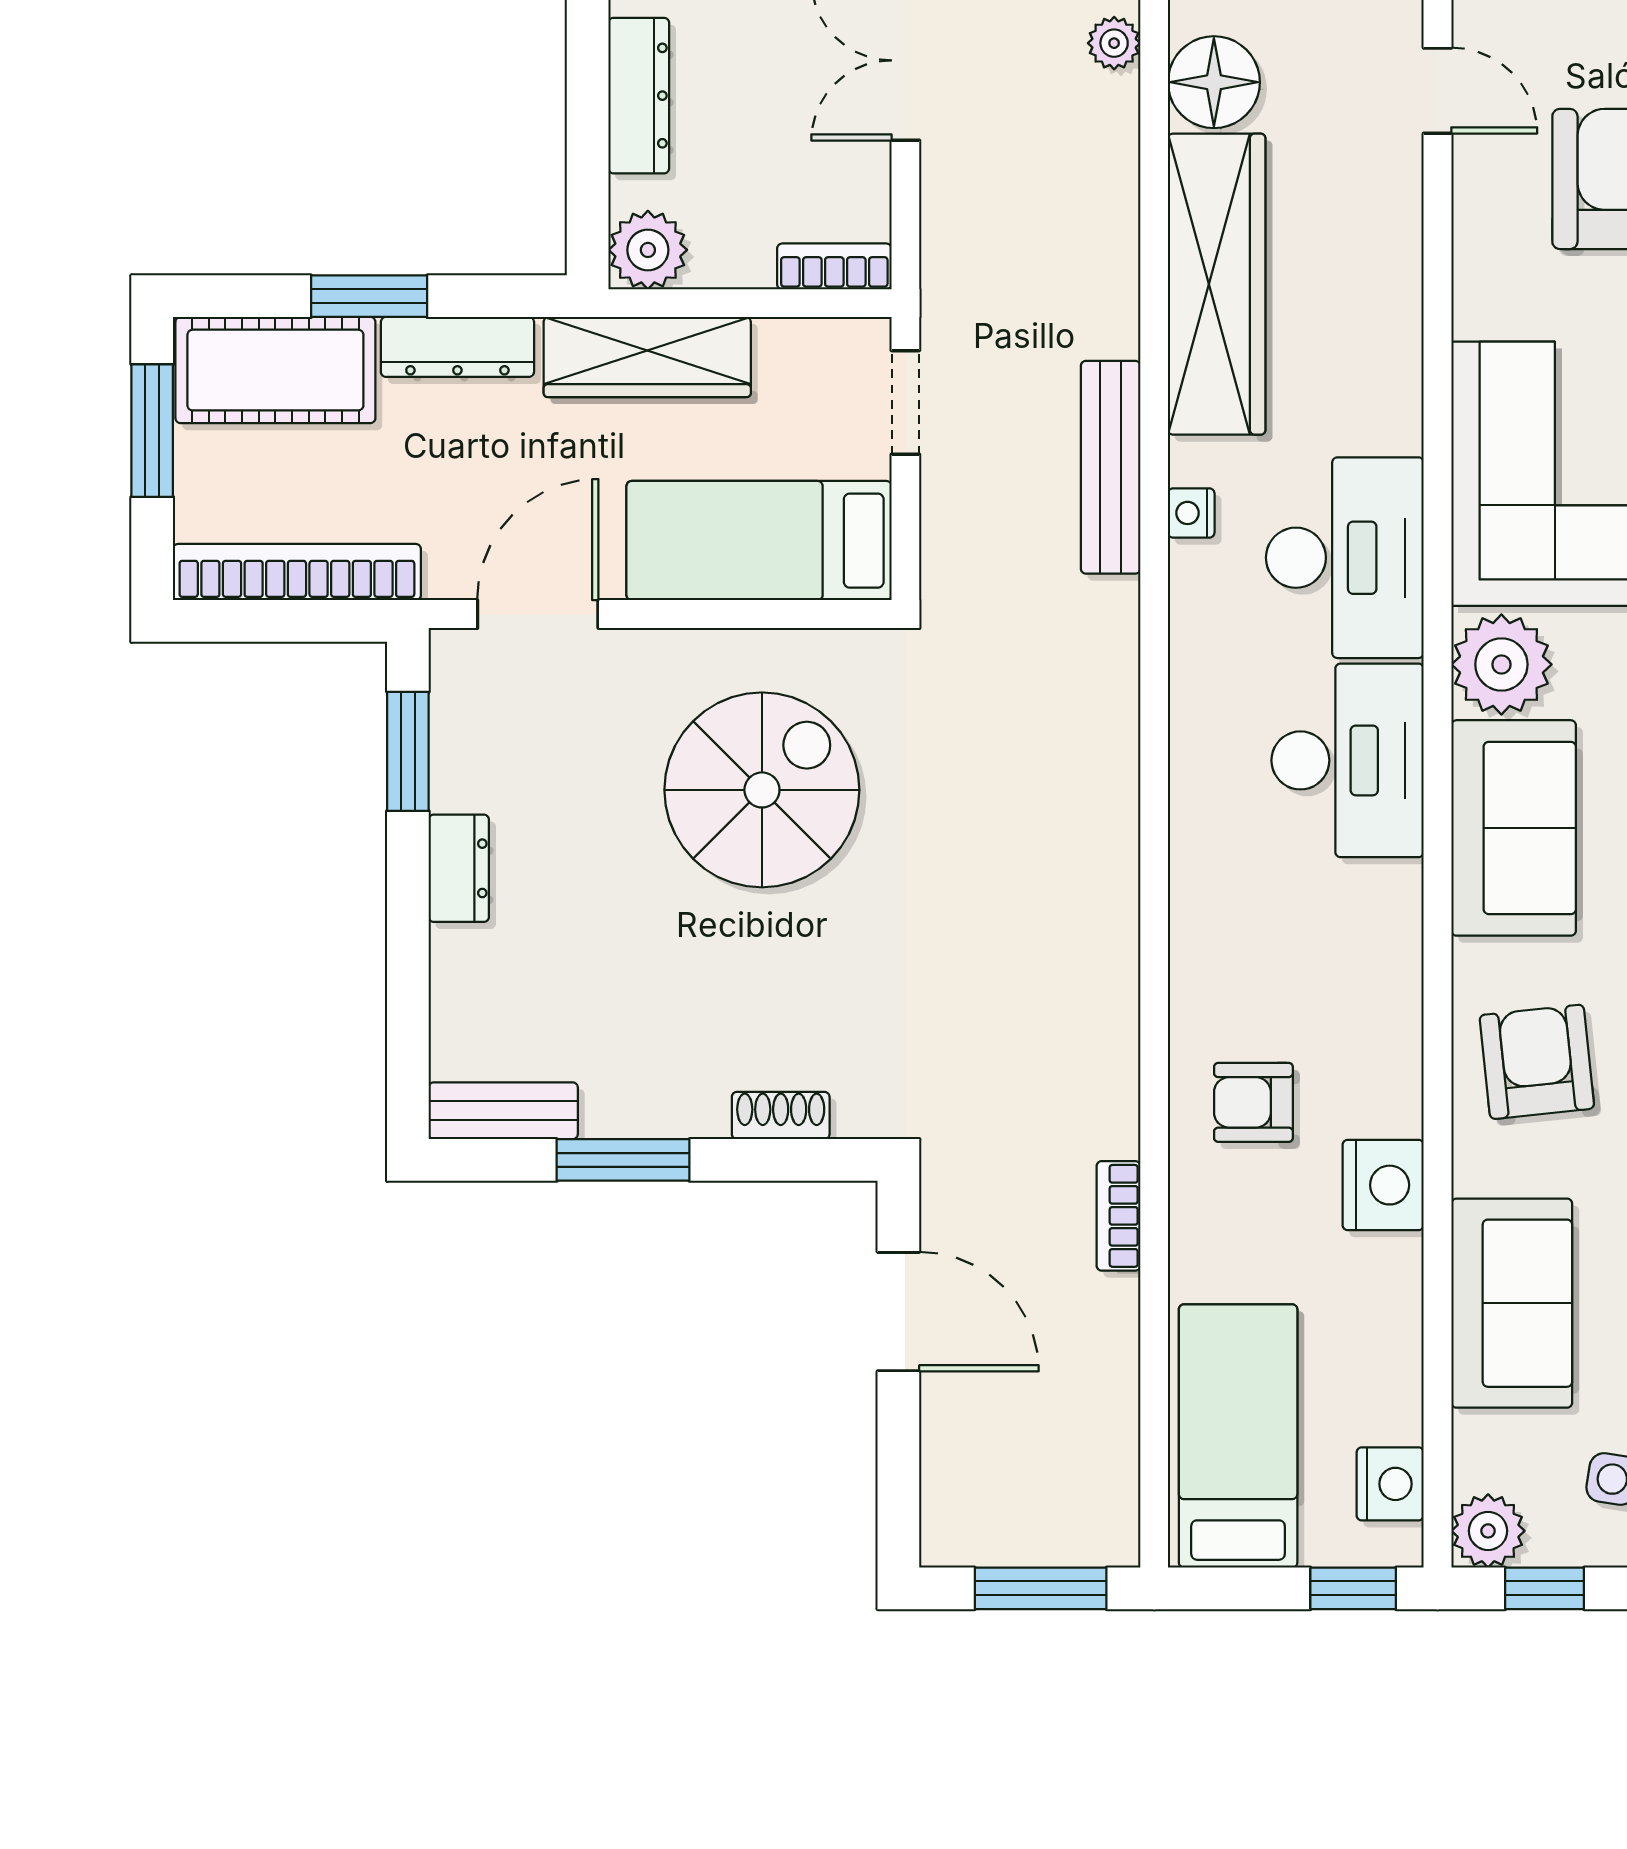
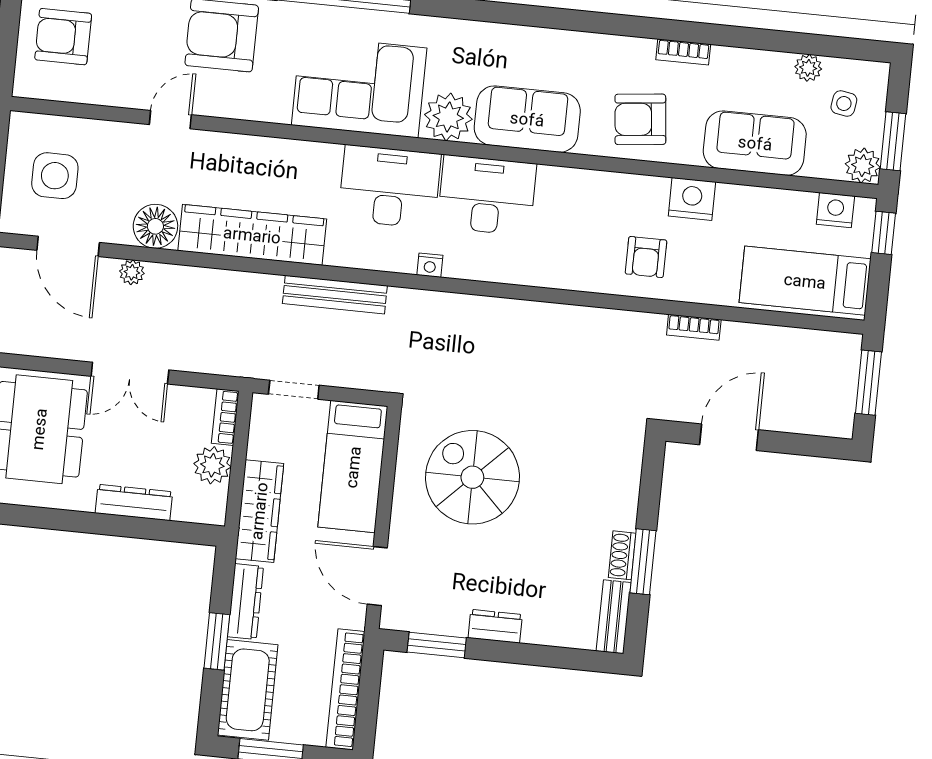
plant: (648, 250) -> (212, 465), moved
nightstand: (1191, 513) -> (430, 265), moved
shoe rack: (781, 1116) -> (622, 555), moved
window: (1545, 1588) -> (893, 141), width x1.50

